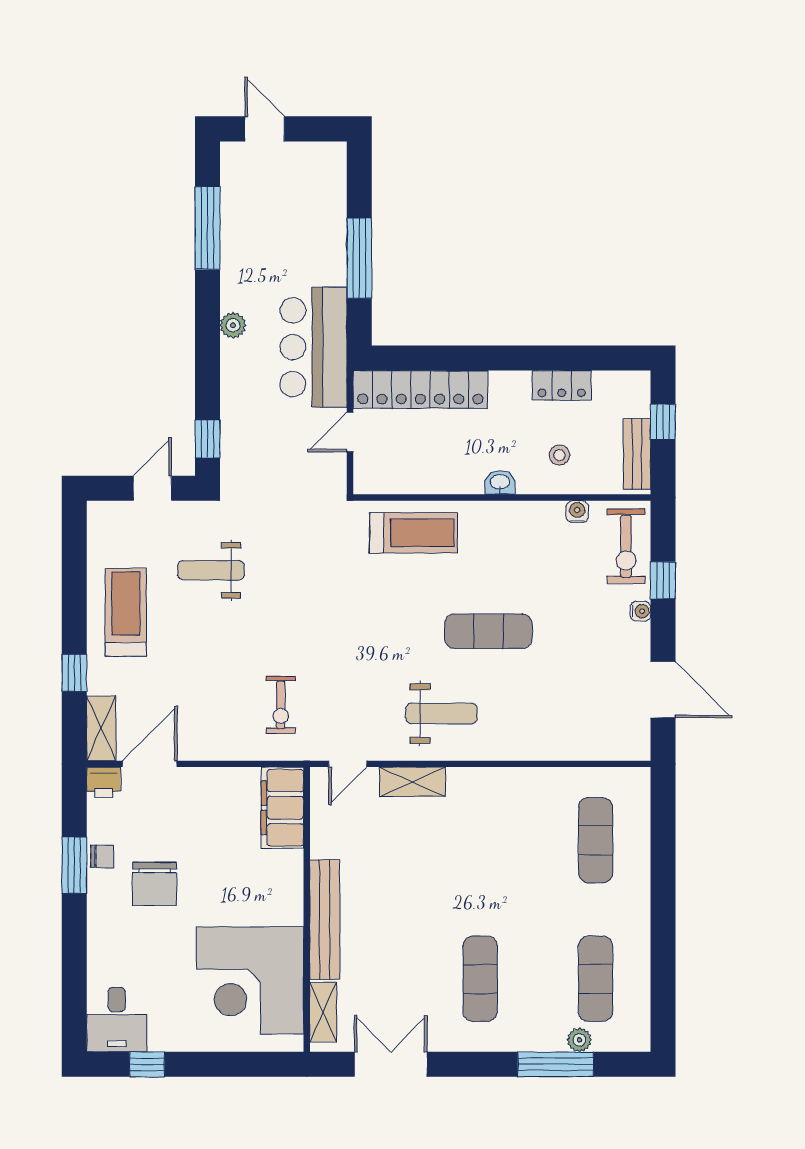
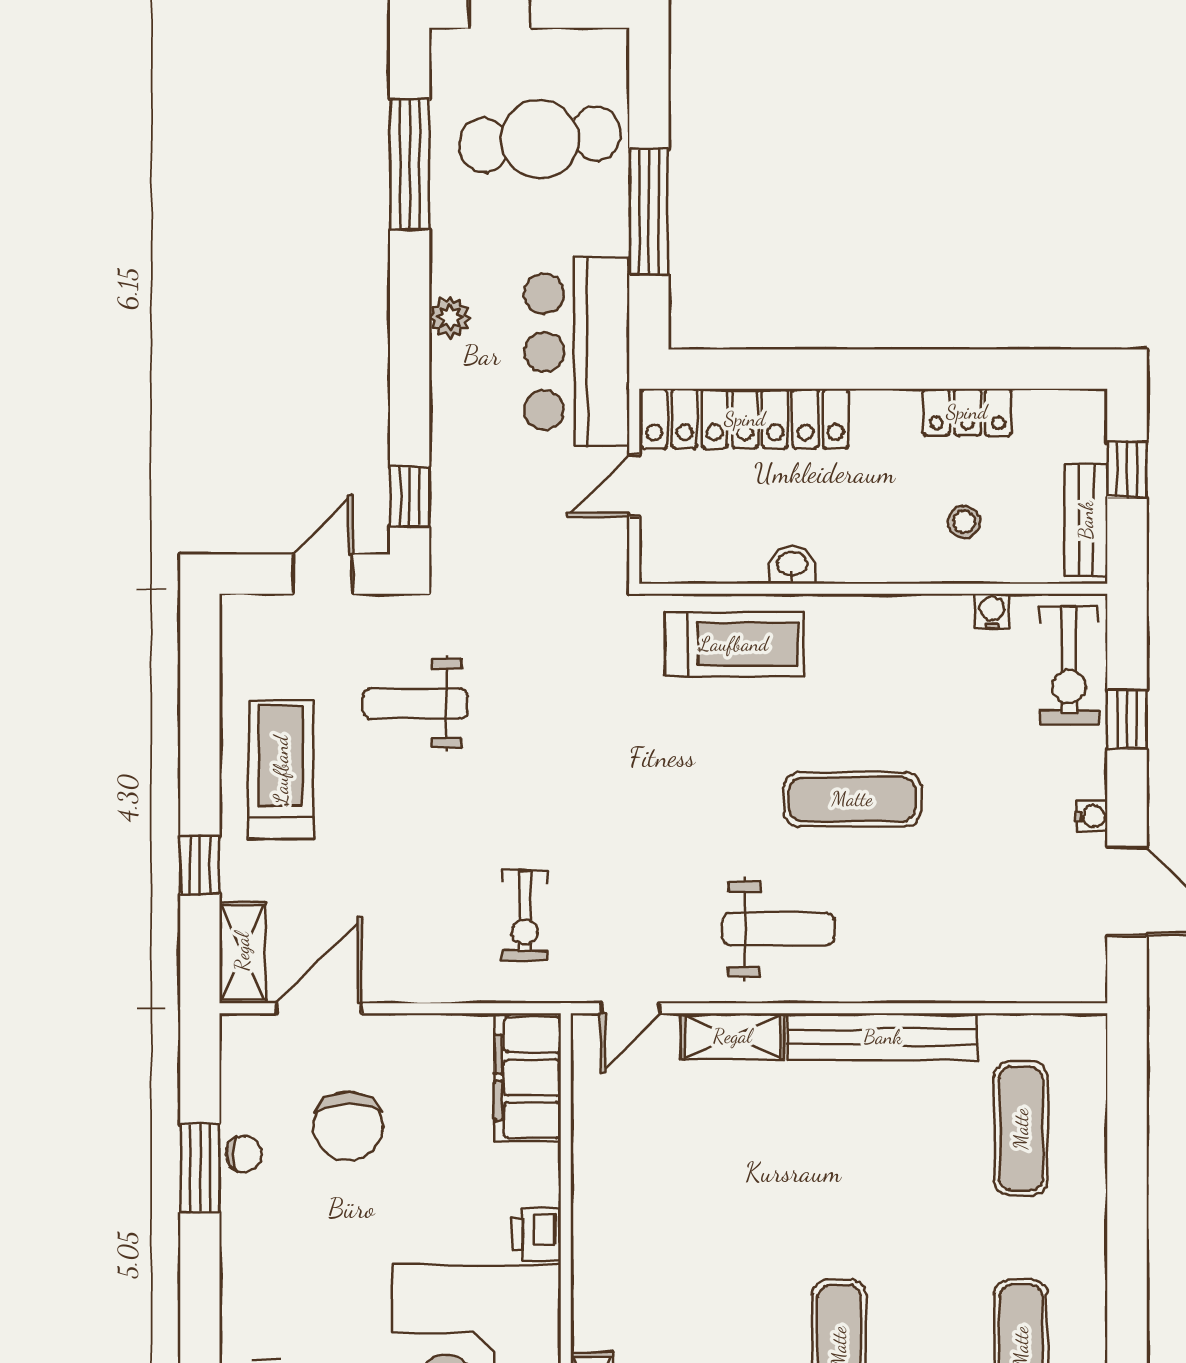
cafe table: (290, 212) -> (540, 139), added
washbasin: (500, 482) -> (792, 565), moved
water cooler: (640, 611) -> (1092, 816), moved
printer: (104, 782) -> (537, 1234), moved, turned 90
chair: (155, 884) -> (348, 1126), moved
bench: (325, 920) -> (883, 1037), moved, turned 90

